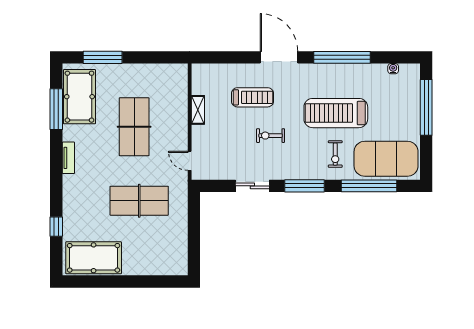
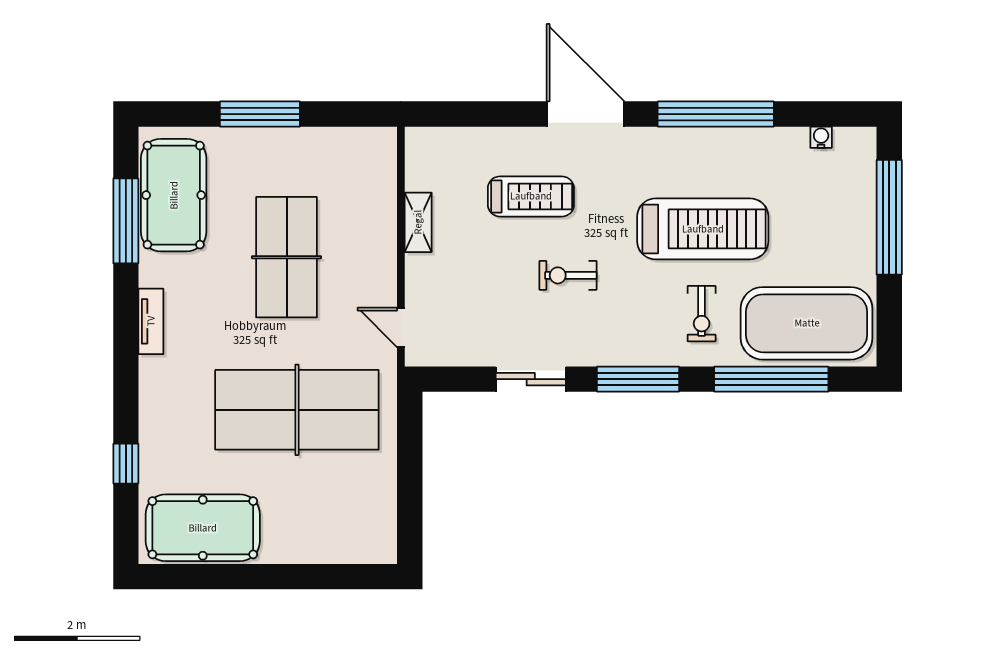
window: (103, 57) -> (260, 114), moved
treadmill: (336, 113) -> (703, 229), turned 180
table tennis table: (139, 201) -> (297, 410), width x1.36, depth x1.32

